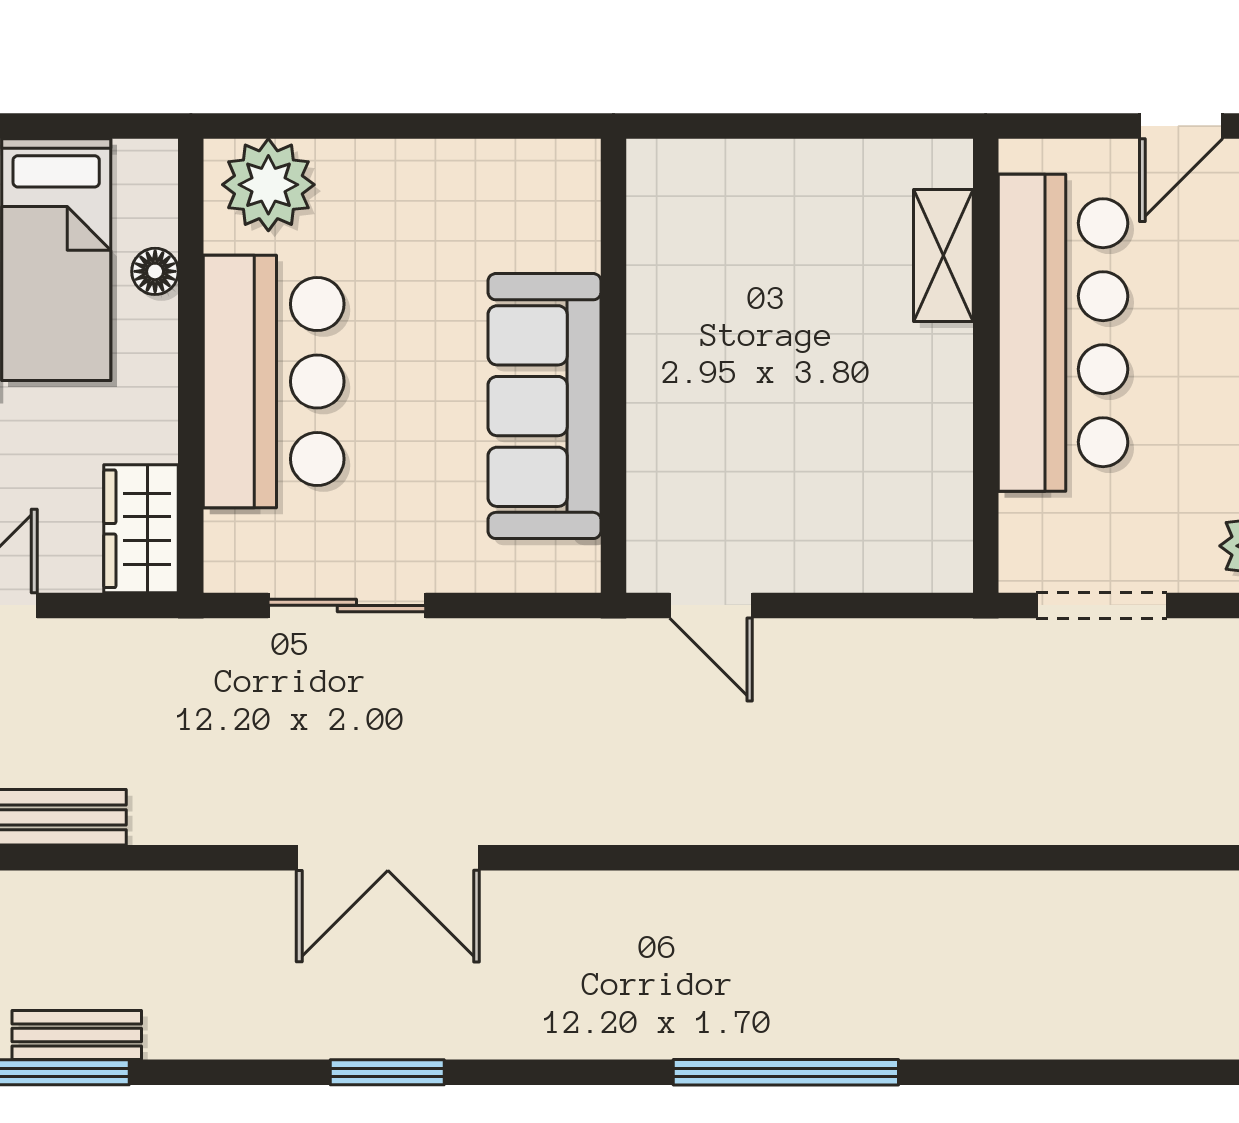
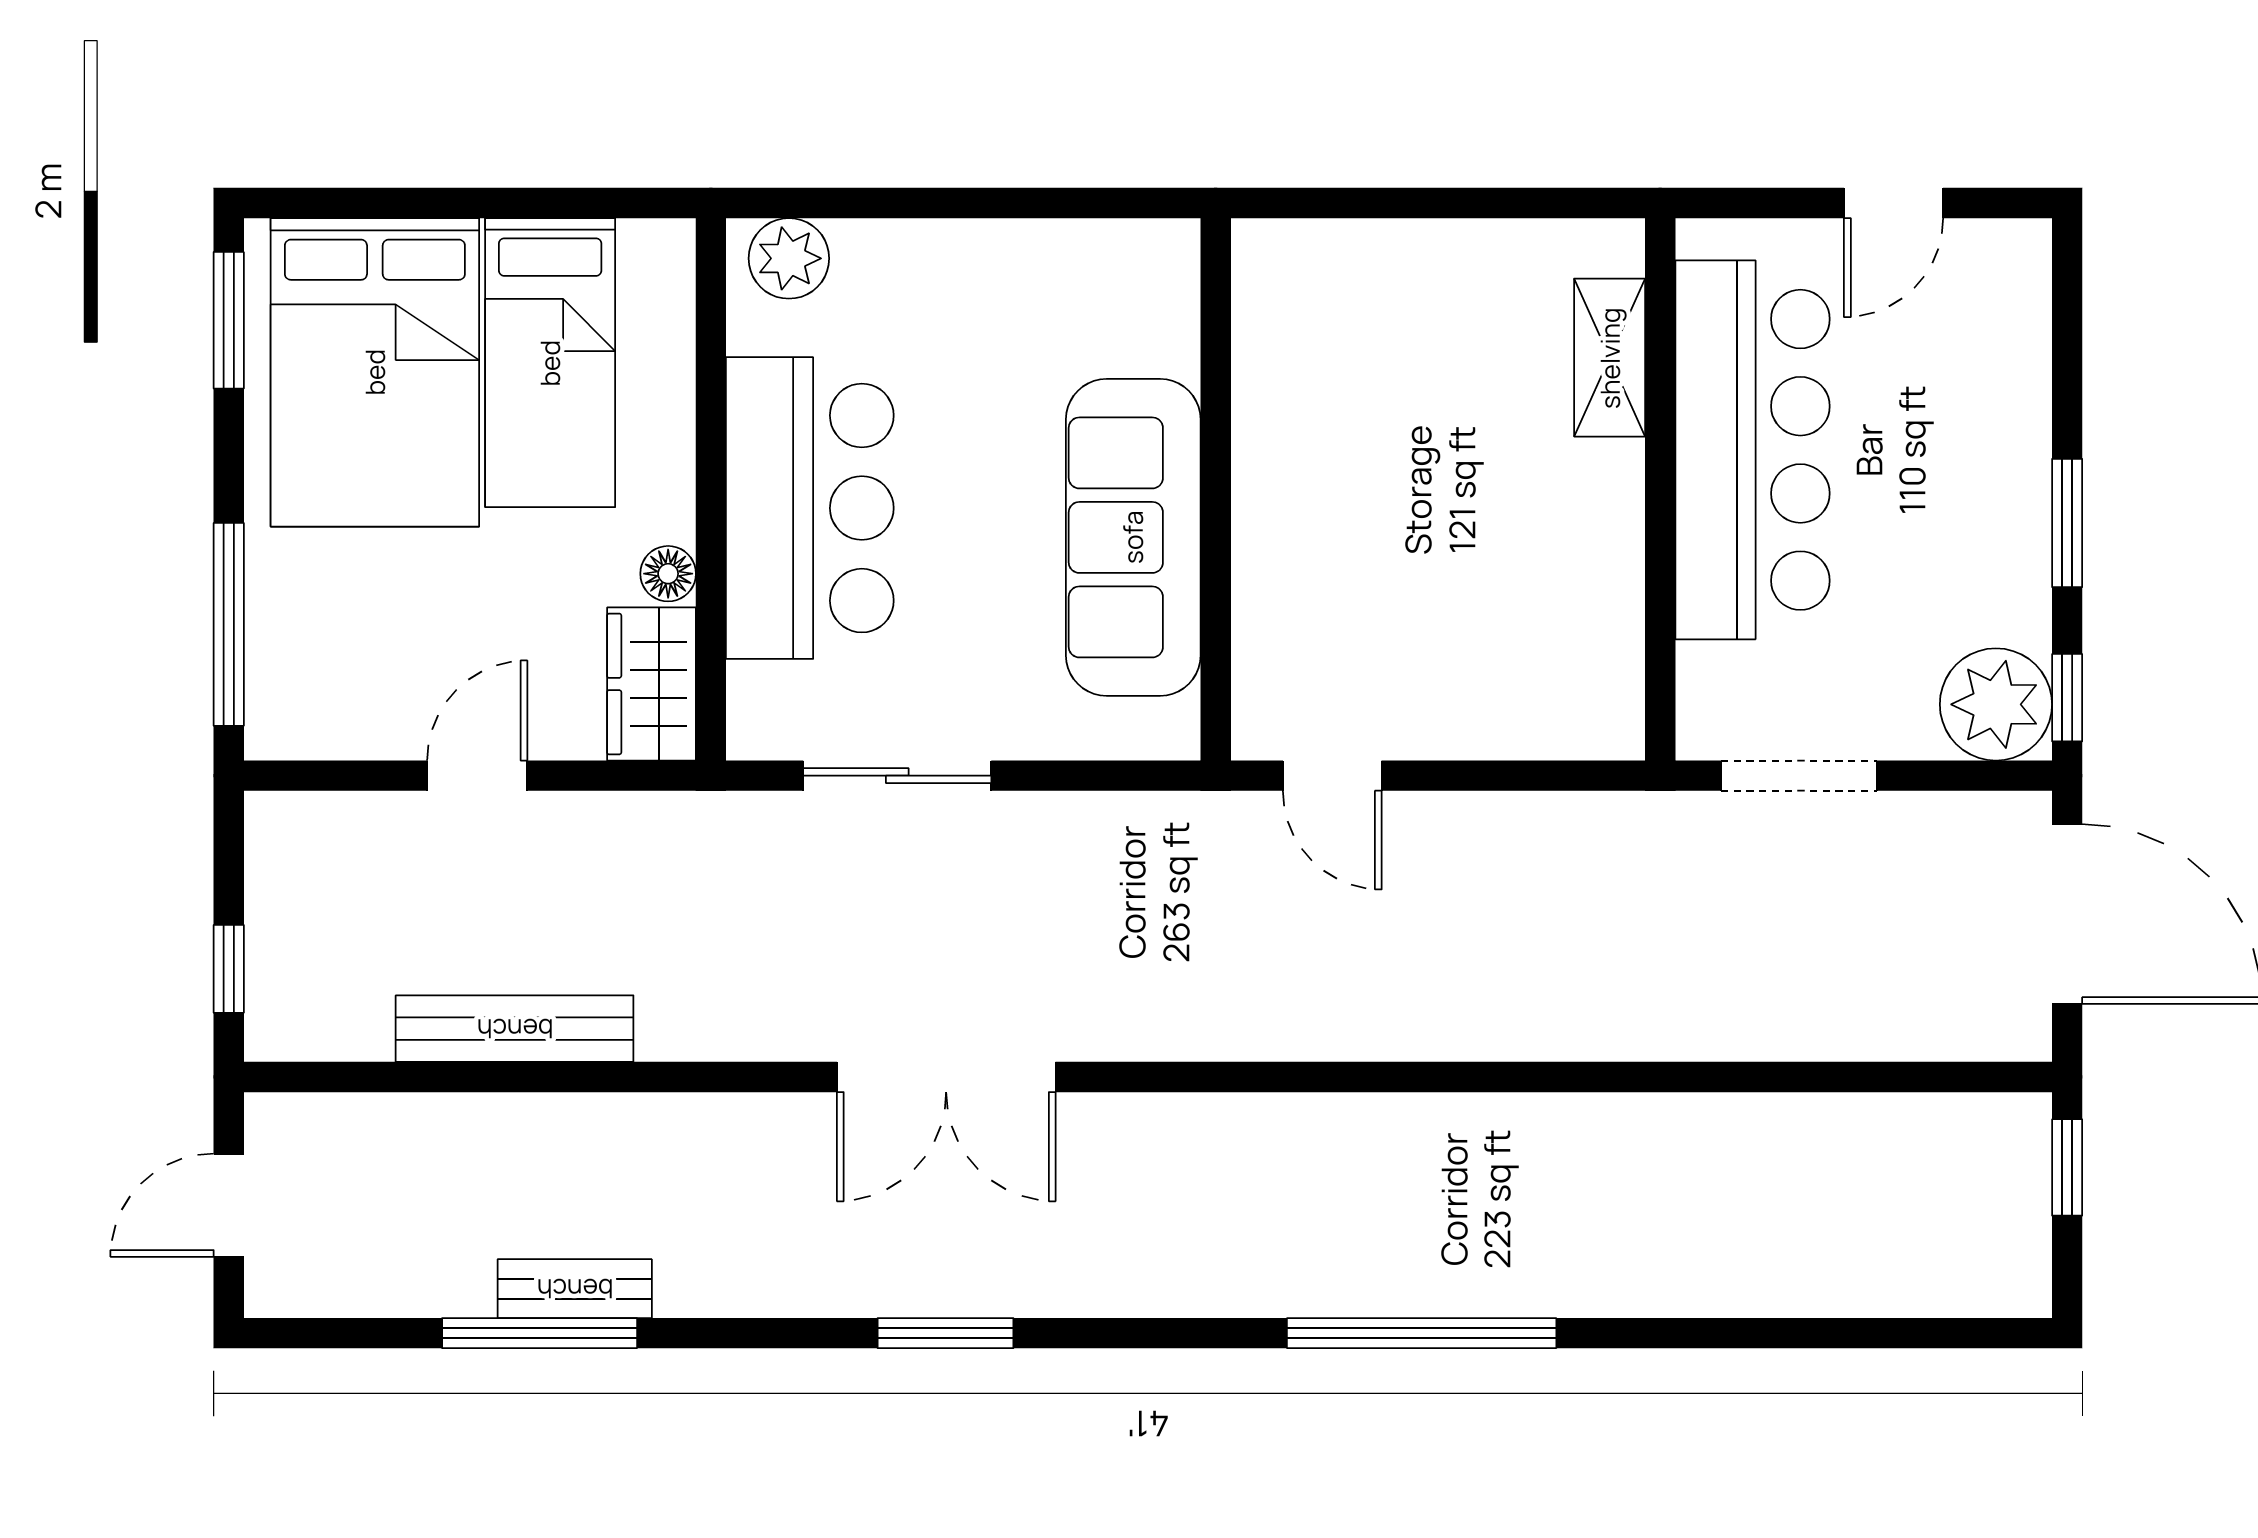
plant: (268, 185) -> (789, 258), width x0.73, depth x0.73
floor lamp: (155, 271) -> (668, 574), moved

